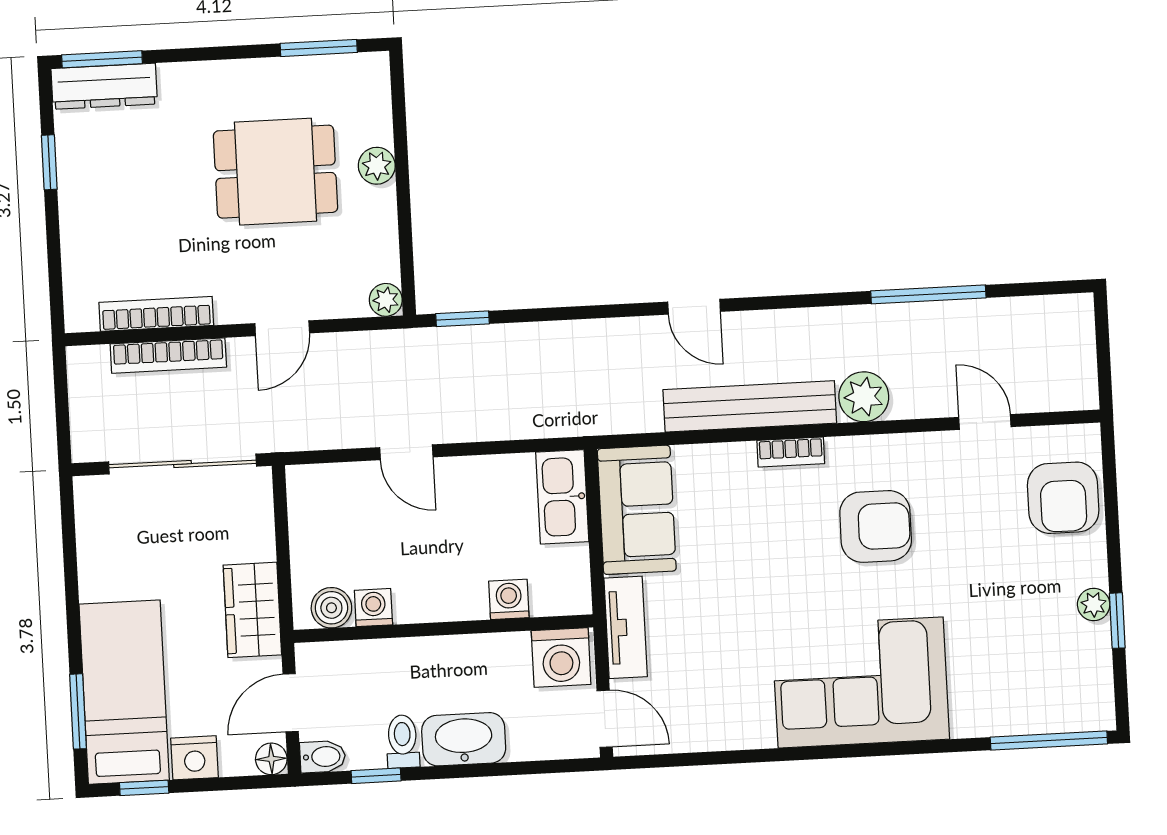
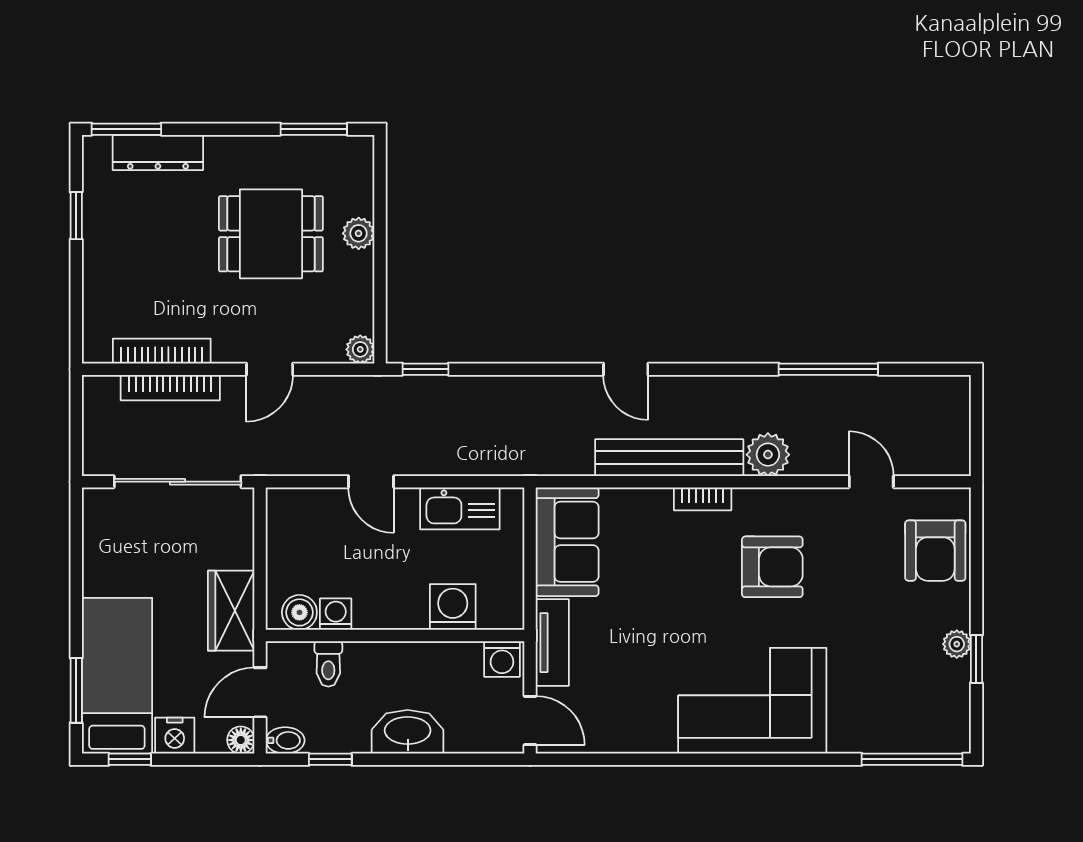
dresser: (104, 86) -> (158, 152), moved
kitchen sink: (562, 497) -> (460, 508), moved, turned -90
washing machine: (509, 599) -> (453, 607), width x1.38, depth x1.38
washing machine: (561, 658) -> (502, 659), width x0.73, depth x0.73
toilet: (403, 741) -> (328, 664), moved, turned 180

